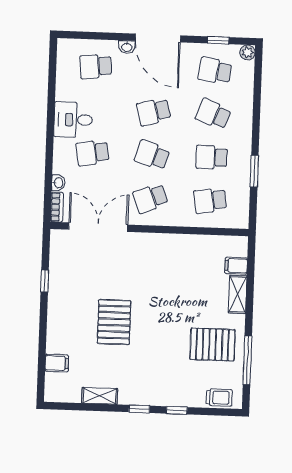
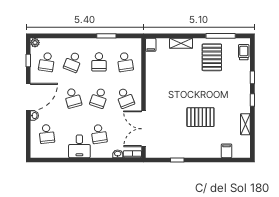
filing cabinet: (236, 266) -> (151, 45), moved

